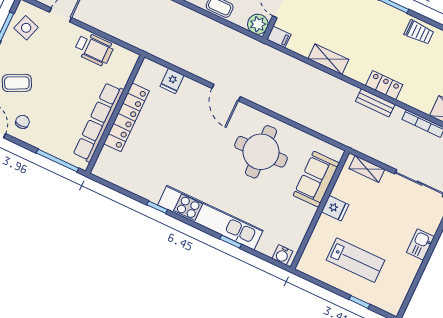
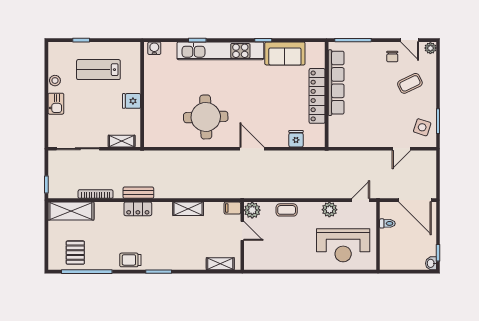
wheelchair: (94, 49) -> (365, 135), removed
sofa: (316, 179) -> (285, 53), moved, turned 90
stool: (409, 271) -> (55, 81), added

